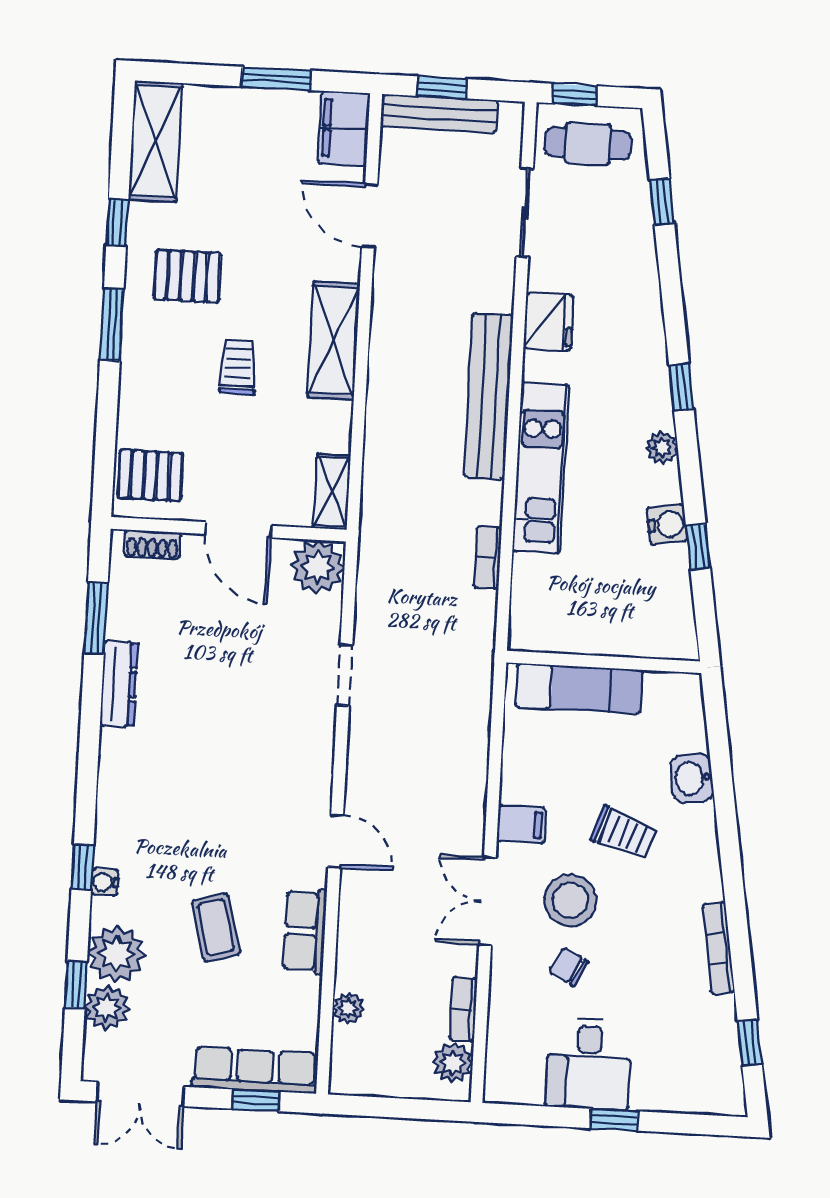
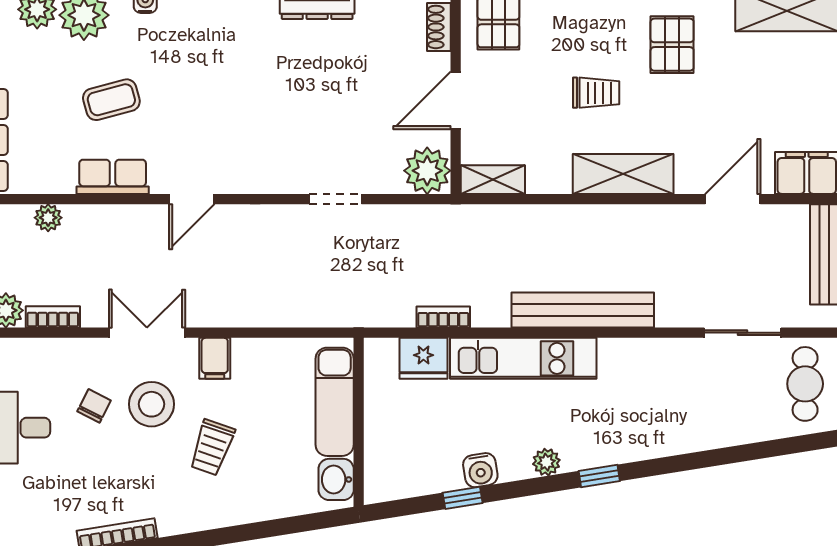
window: (662, 202) -> (758, 451), removed
fridge: (549, 322) -> (423, 358), moved
washbasin: (692, 778) -> (336, 479), moved, turned -81

